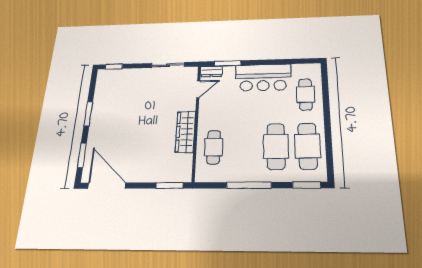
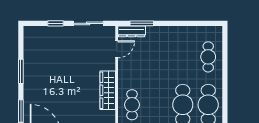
window: (114, 67) -> (56, 23), moved
dresser: (211, 71) -> (132, 31), width x1.44
bar counter: (263, 78) -> (173, 39), removed

